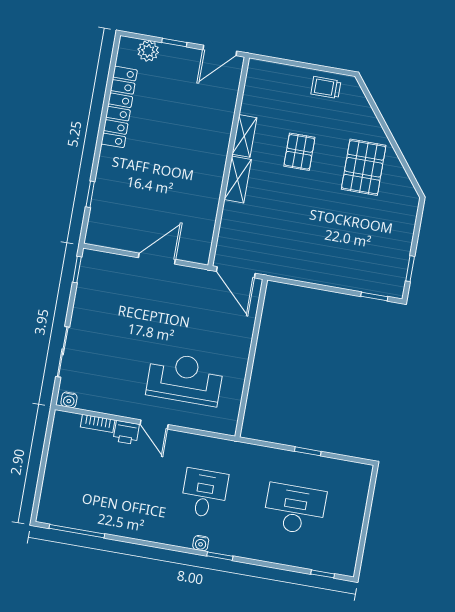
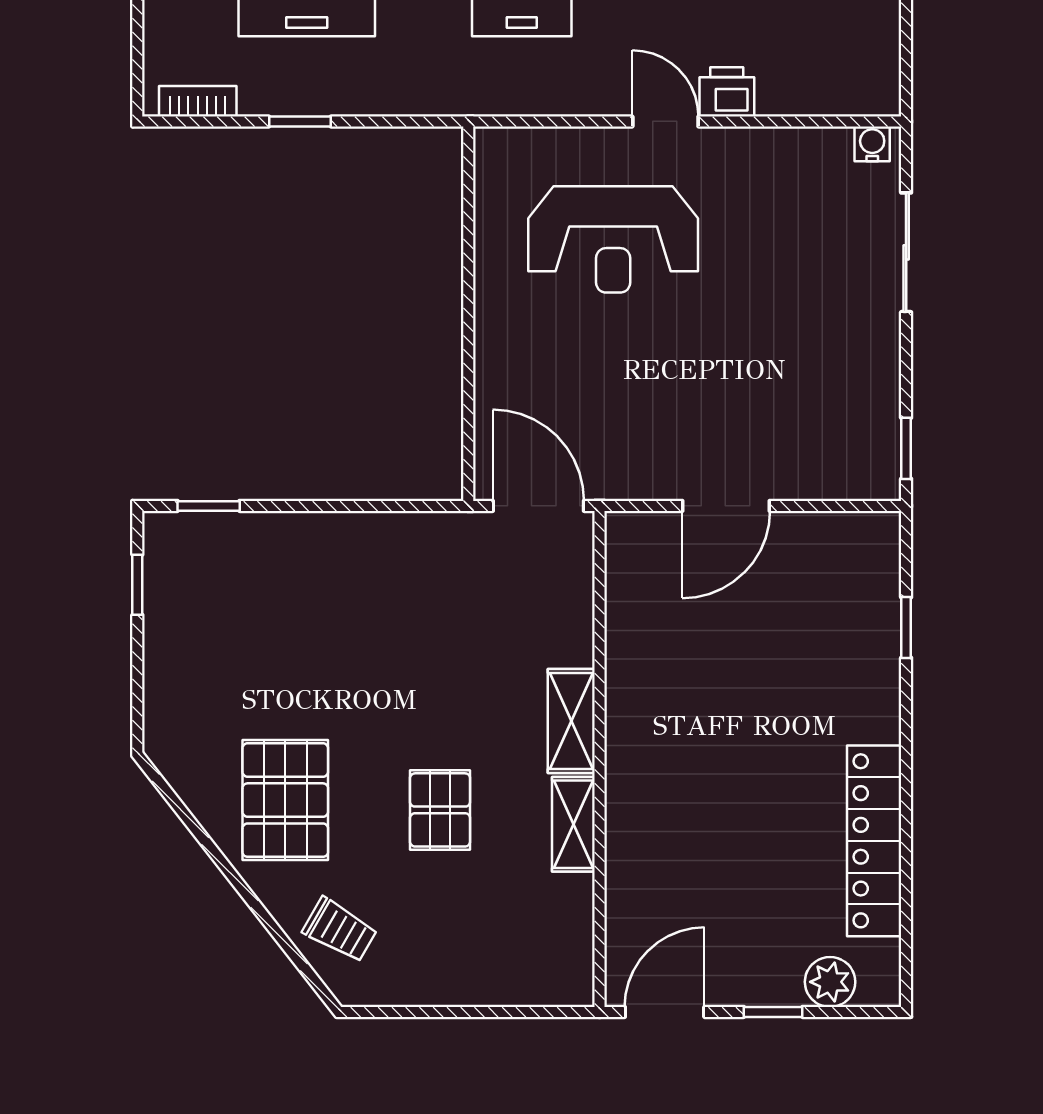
trolley: (326, 88) -> (340, 930), moved, turned 30
bookcase: (98, 423) -> (198, 101), moved

